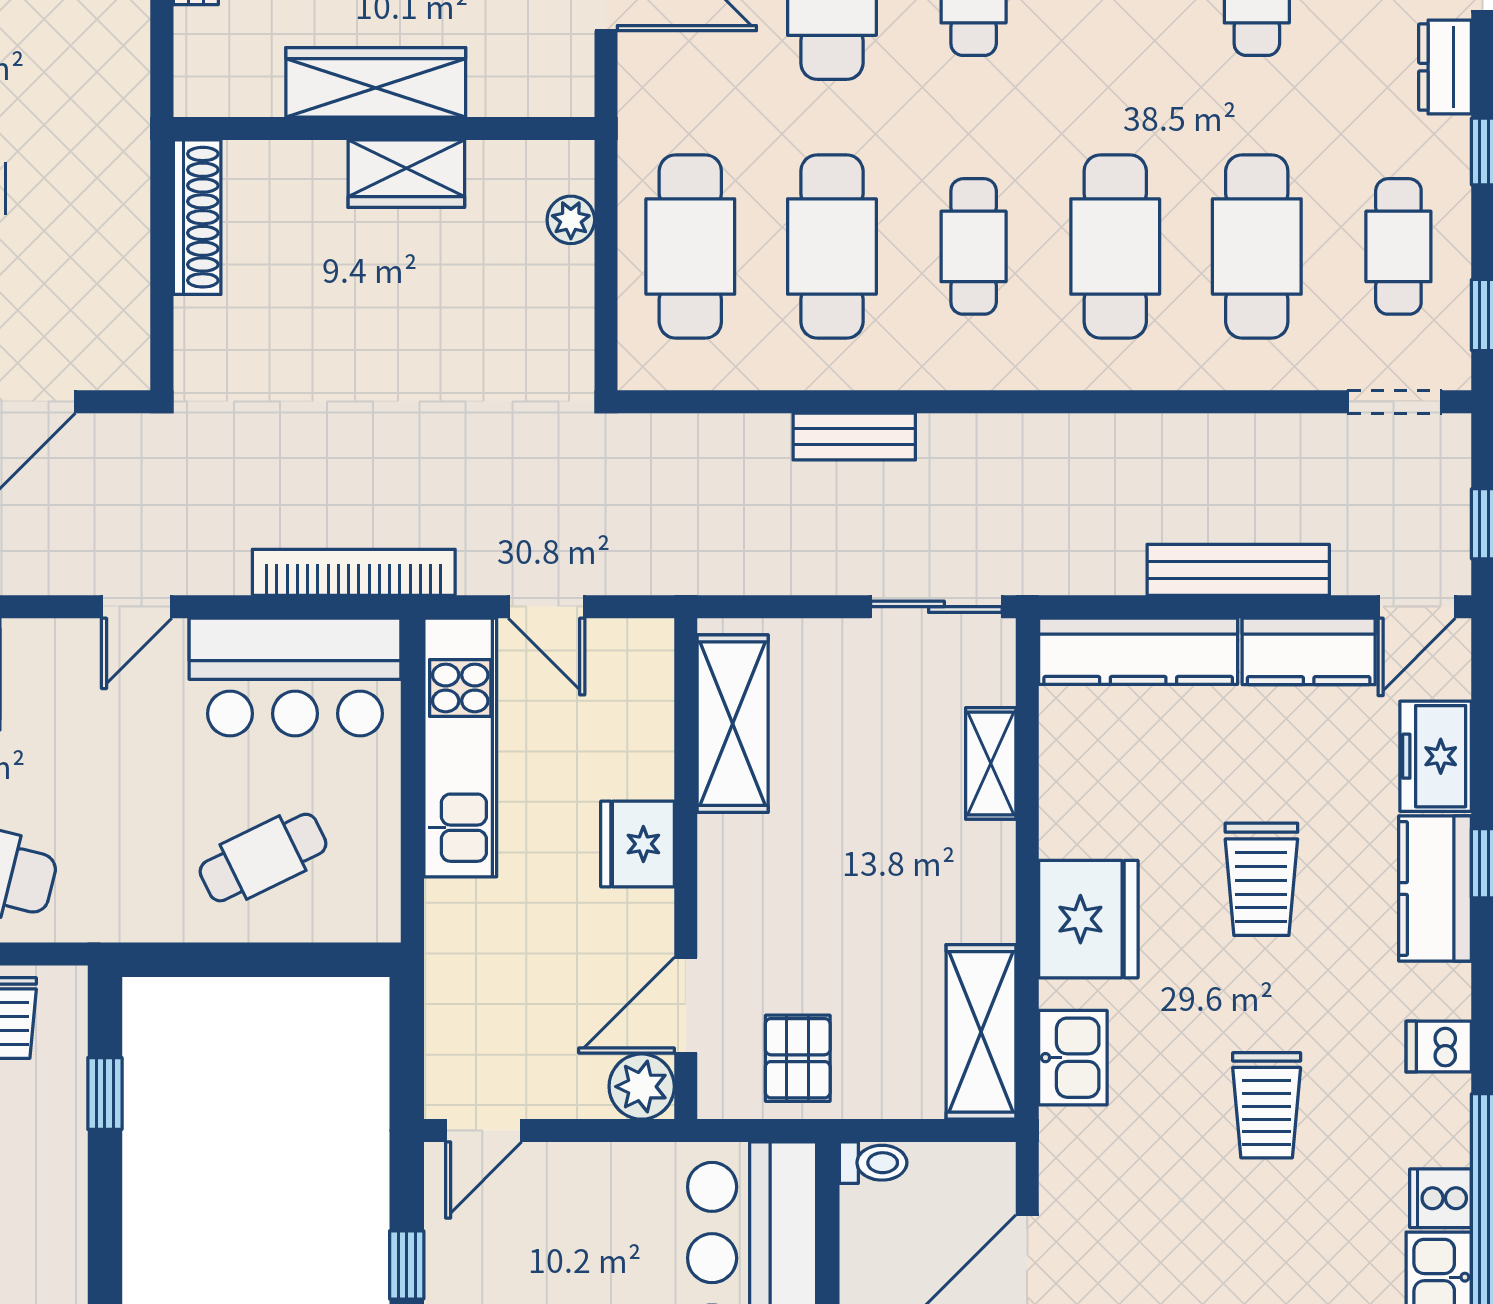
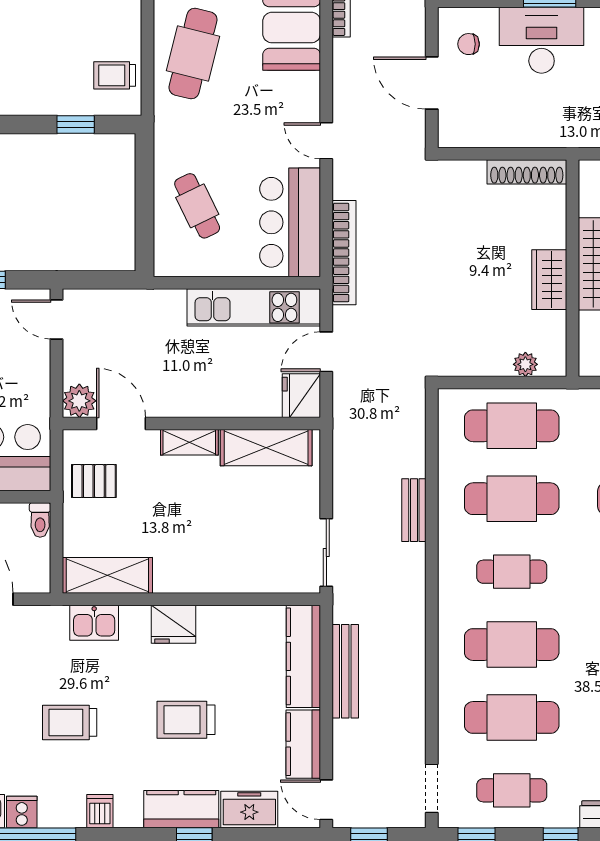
bench: (1238, 570) -> (345, 671), moved
shelving: (991, 763) -> (189, 442), moved
fridge: (637, 844) -> (301, 396), moved, turned -90
fridge: (1088, 919) -> (173, 624), width x0.73, depth x0.75

